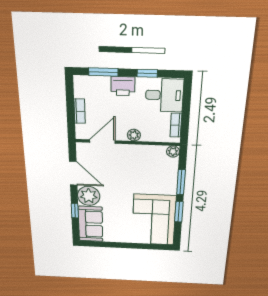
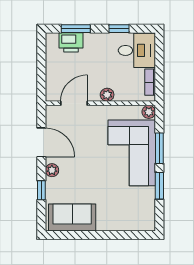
printer: (123, 86) -> (71, 42), moved
bookcase: (80, 111) -> (51, 70), removed
plant: (89, 196) -> (52, 170), width x0.53, depth x0.53
corner sofa: (154, 220) -> (132, 153), moved
sofa: (91, 224) -> (72, 217), moved, turned -90

